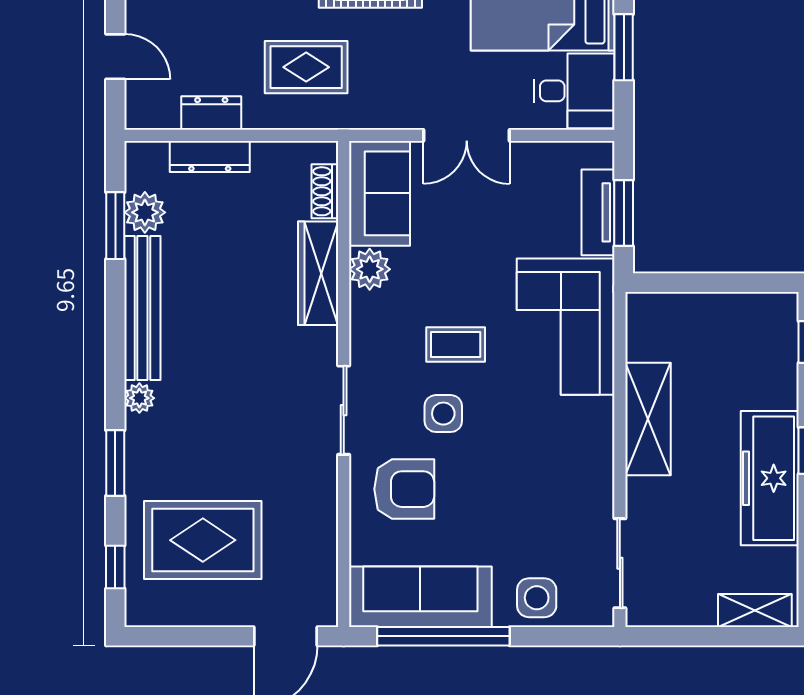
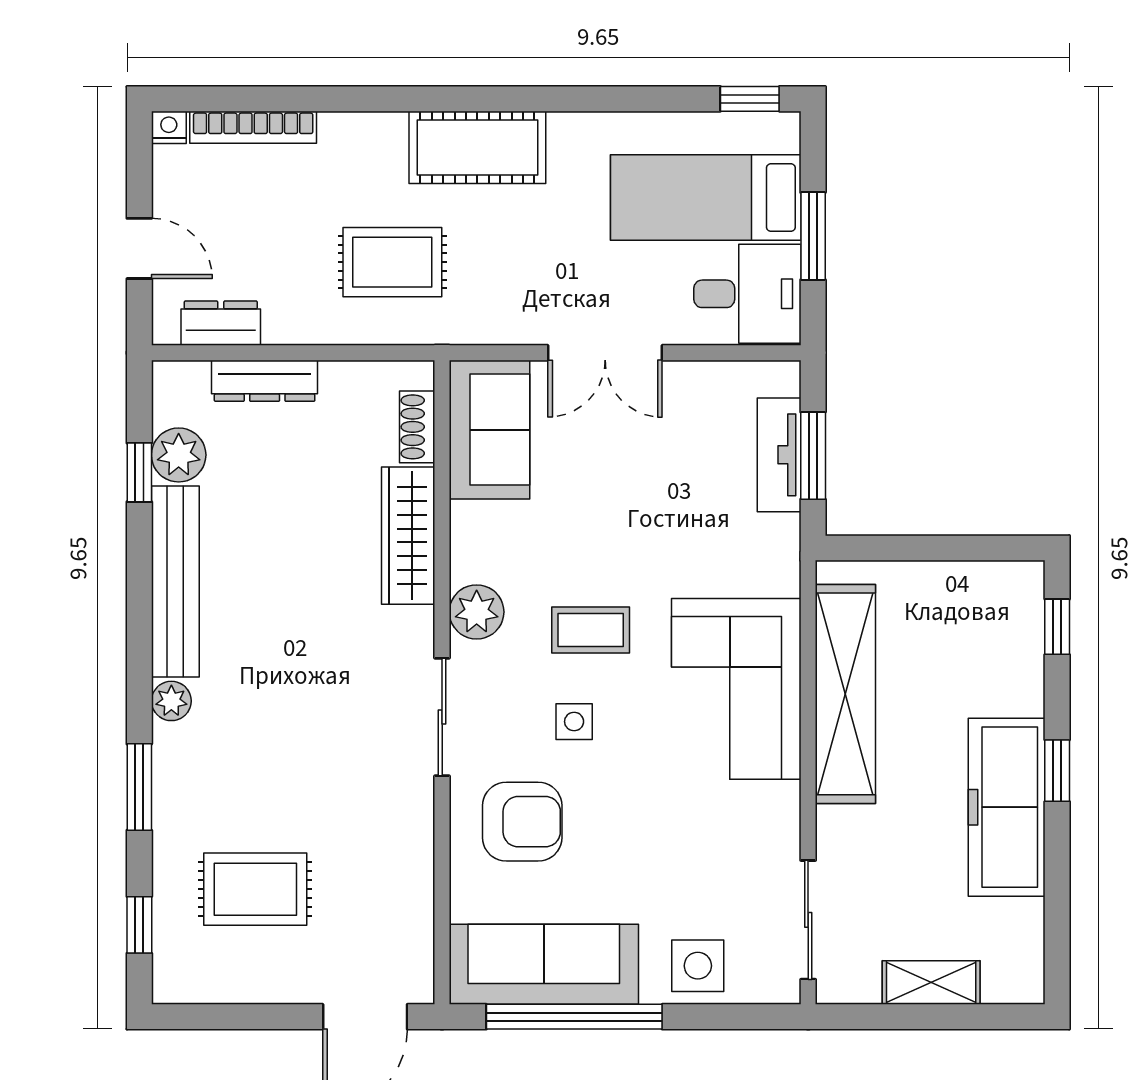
dresser: (211, 113) -> (221, 323), moved
window: (115, 226) -> (139, 472), width x0.67
plant: (370, 269) -> (477, 612), moved
corner sofa: (566, 327) -> (736, 689), moved
side table: (443, 414) -> (574, 722), width x0.73, depth x0.73
shelving: (648, 419) -> (845, 694), width x1.47
rug: (203, 540) -> (255, 889), width x0.73, depth x0.70
shelving: (755, 610) -> (931, 983), moved

